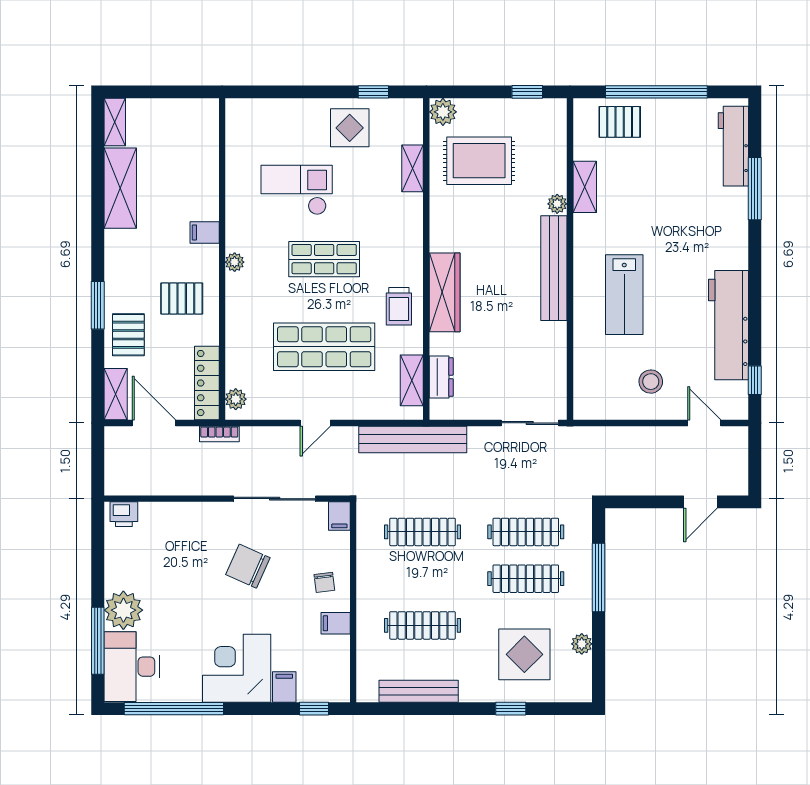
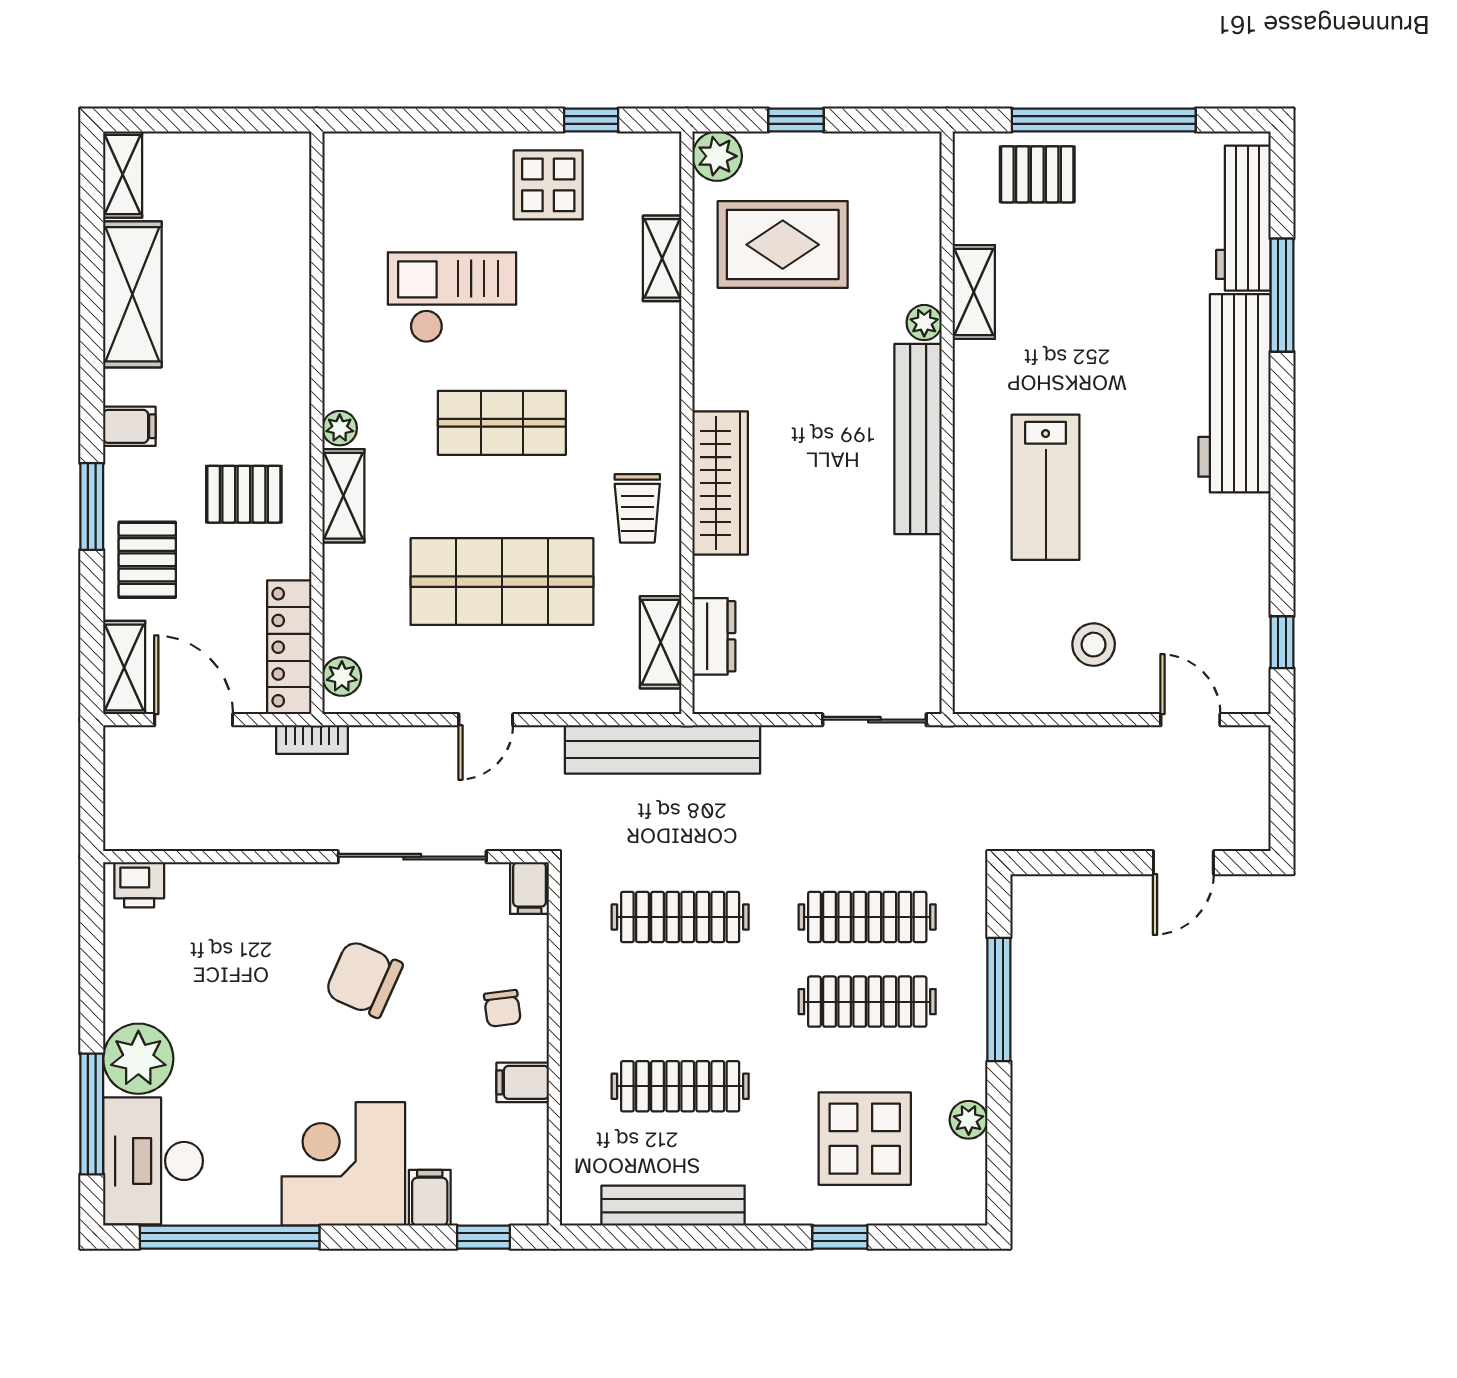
window: (527, 92) -> (796, 120), moved
filing cabinet: (205, 232) -> (129, 426), moved, turned 180
shelving: (237, 299) -> (343, 496), added
workbench: (729, 325) -> (1234, 393), moved

